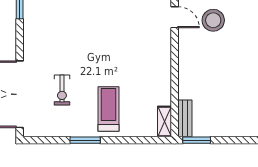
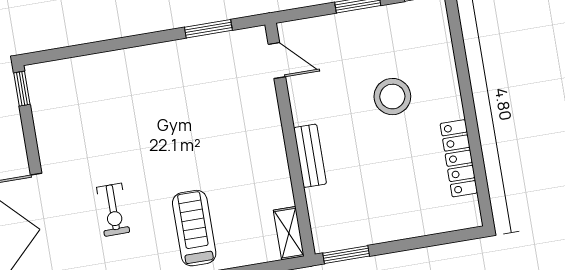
stool: (213, 20) -> (392, 97), moved
bench: (185, 118) -> (310, 156), moved

